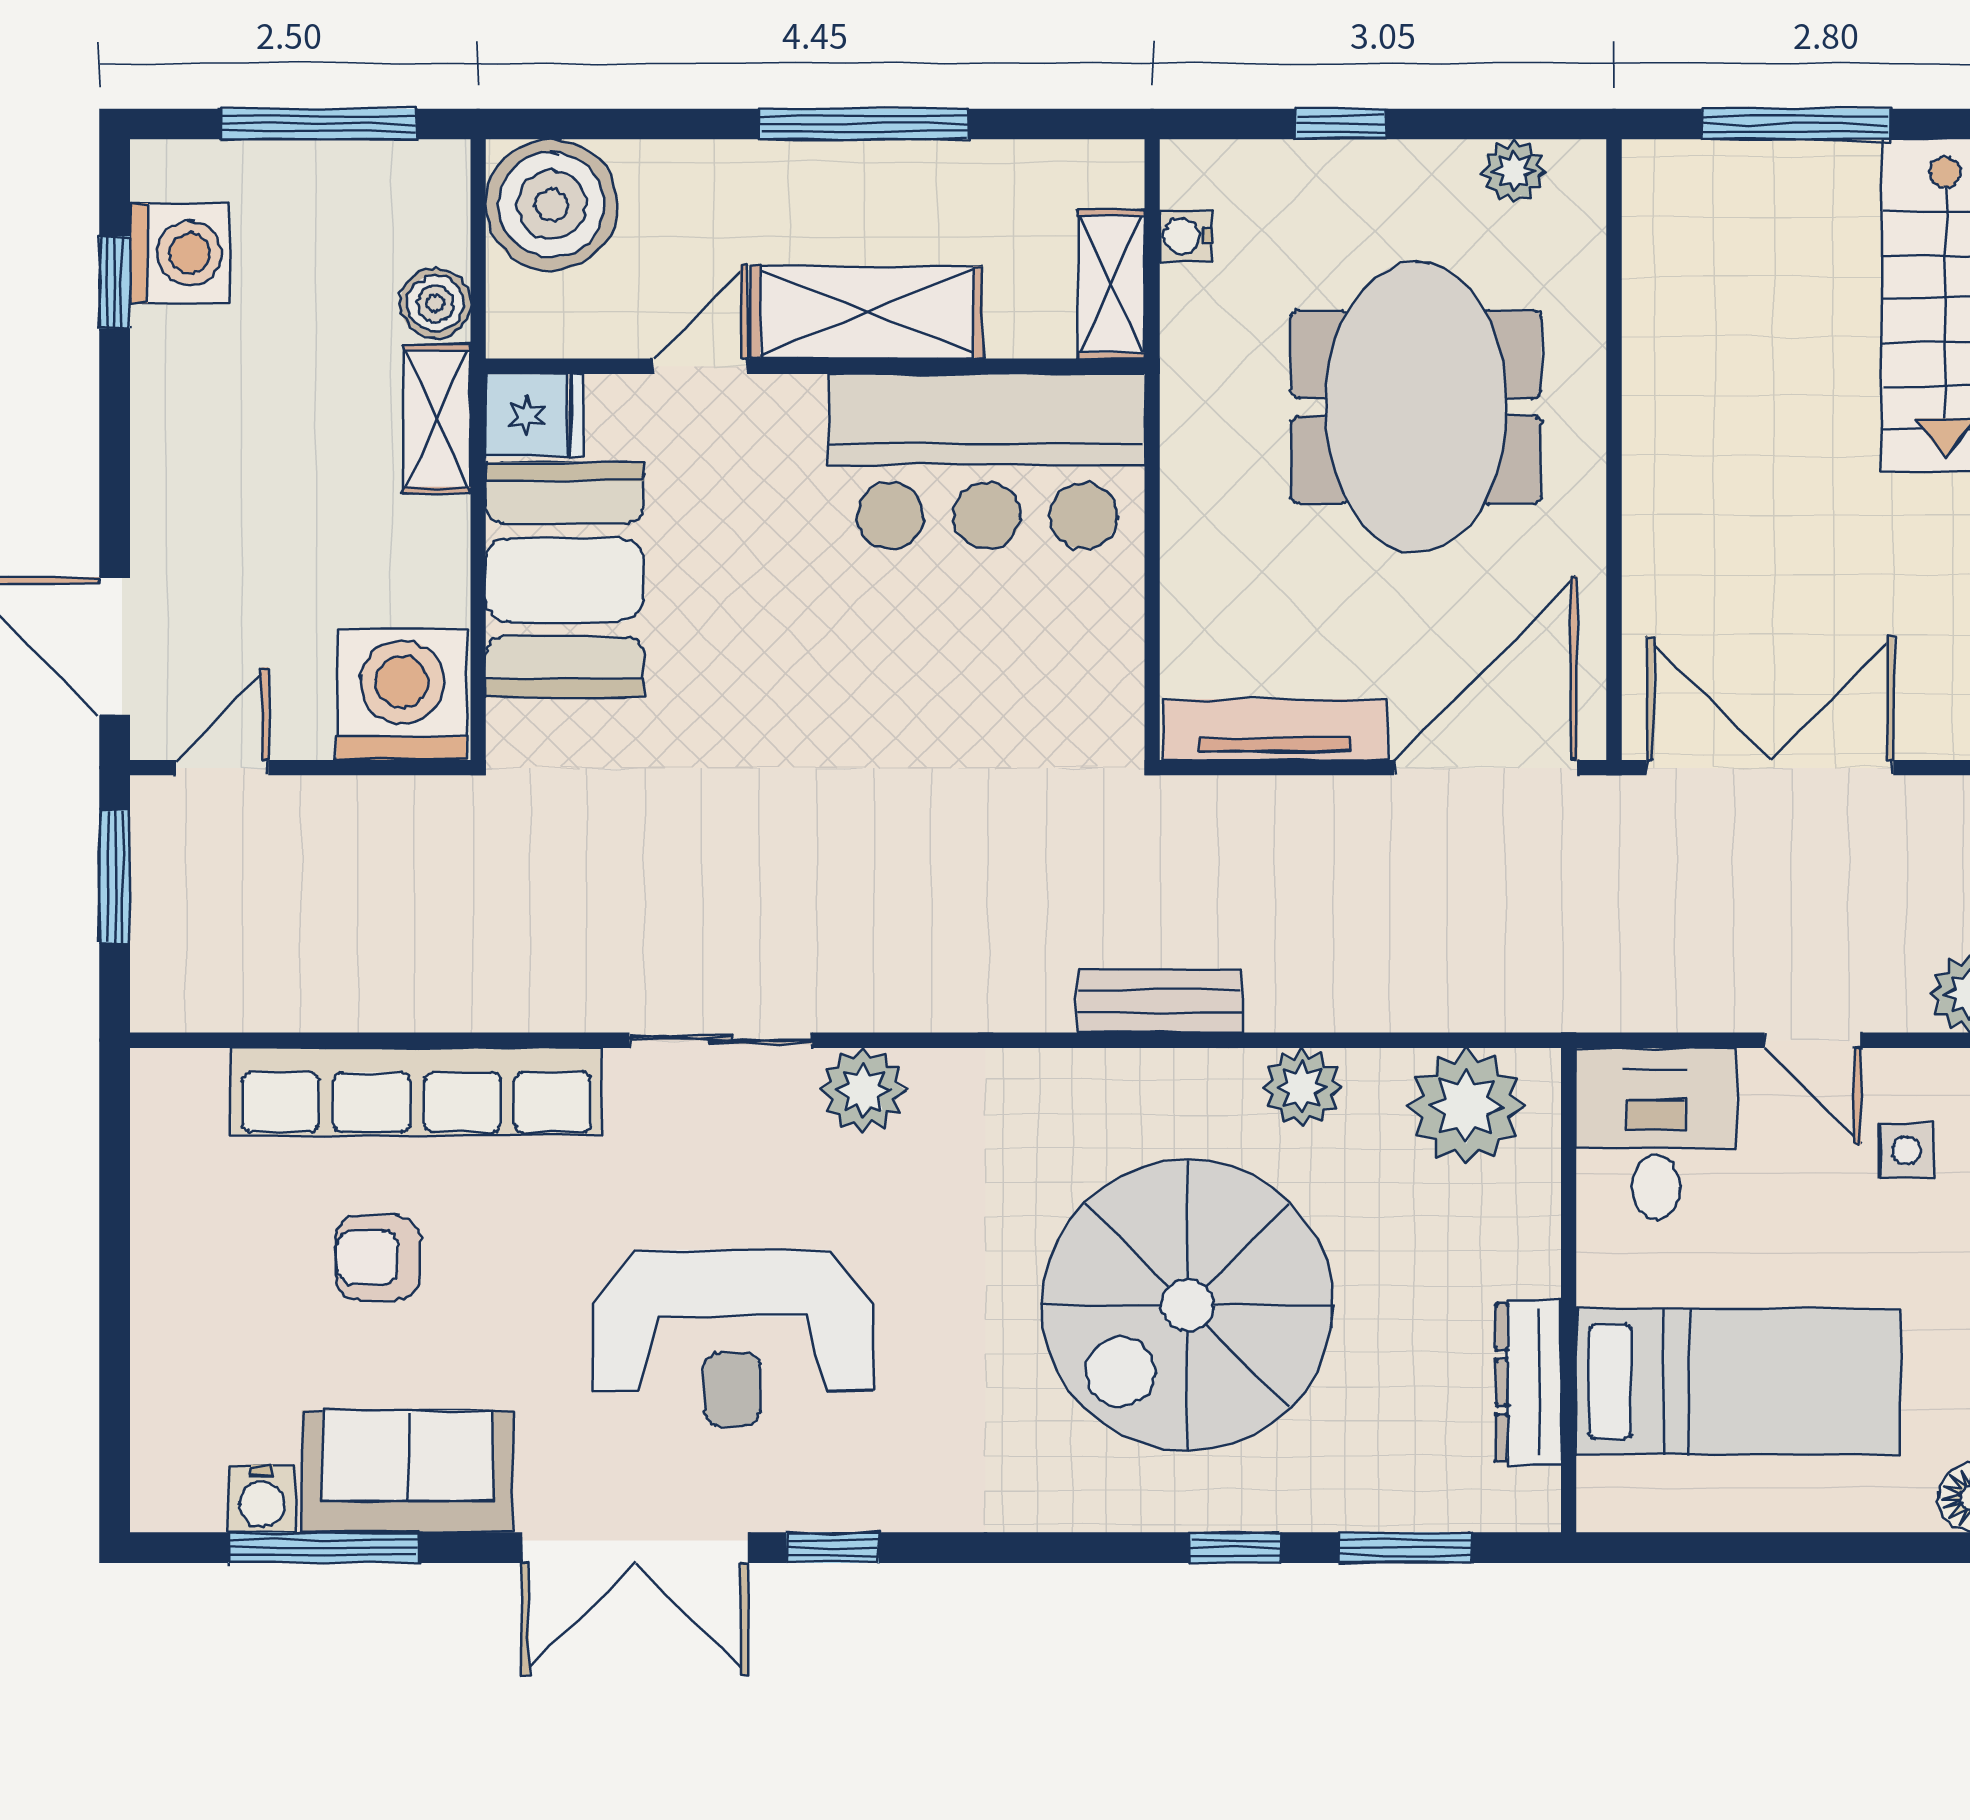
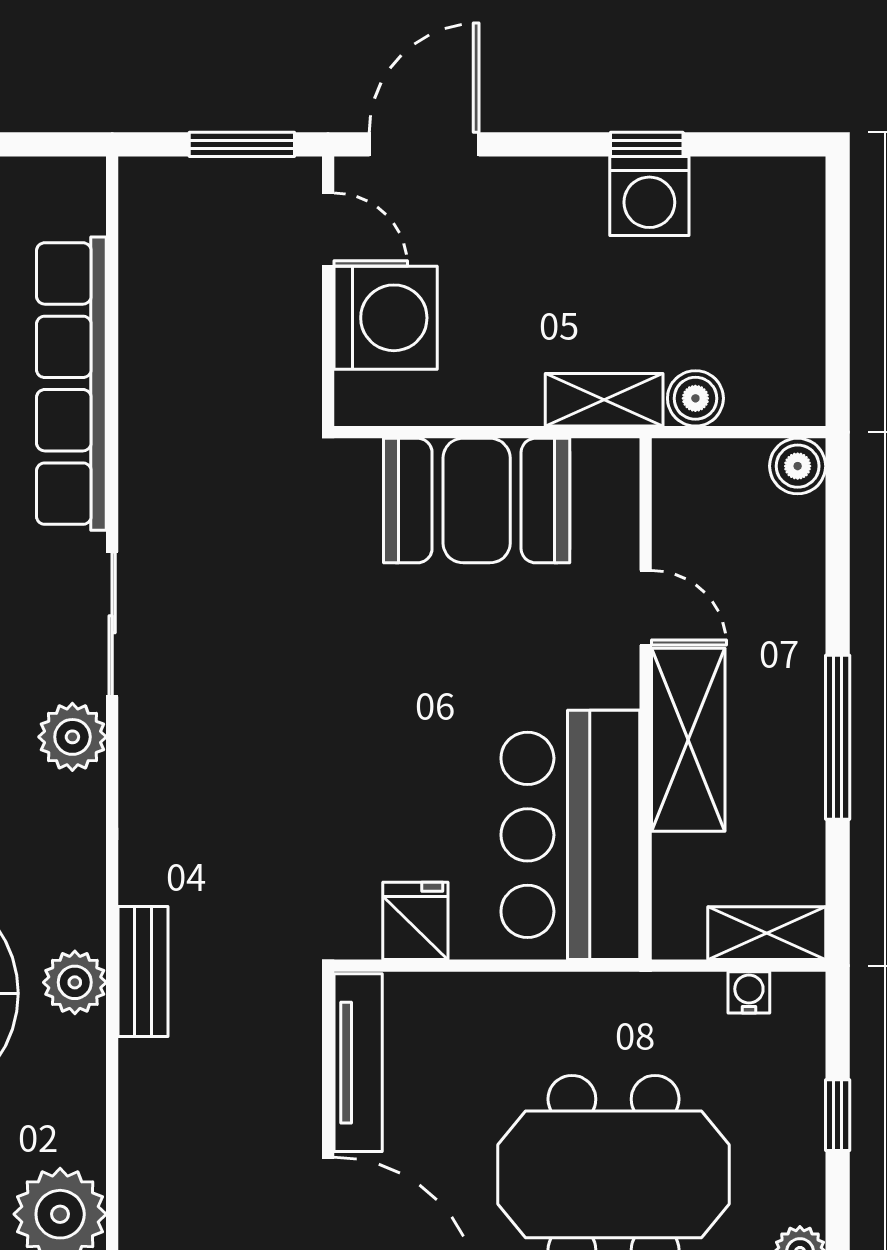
window: (318, 124) -> (838, 306), removed
boiler: (551, 205) -> (798, 466), width x0.54, depth x0.54
washing machine: (180, 253) -> (649, 196), moved
window: (115, 282) -> (647, 144), moved
shelving: (1111, 284) -> (767, 933), moved
fridge: (535, 415) -> (415, 921), moved, turned 180
washing machine: (402, 695) -> (386, 318), moved
plant: (1302, 1088) -> (75, 982), moved

